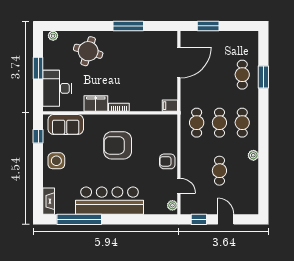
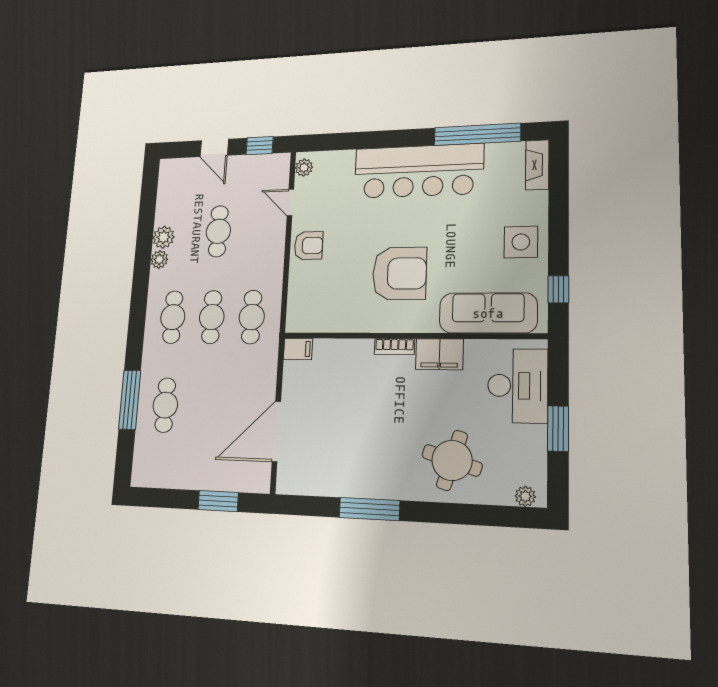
window: (263, 77) -> (130, 400), width x1.44
sofa: (66, 125) -> (488, 313), width x1.36
plant: (252, 168) -> (164, 237), added

